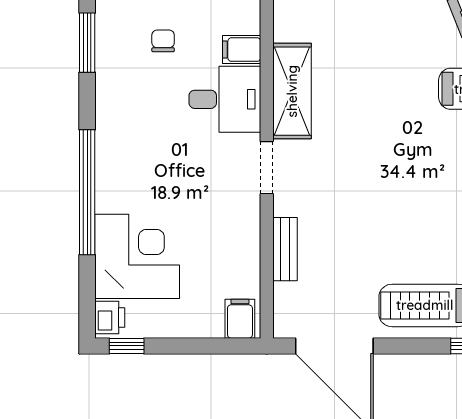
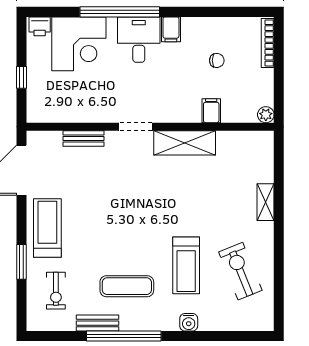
window: (87, 43) -> (216, 12), removed
desk: (225, 99) -> (139, 40), moved, turned 180
filing cabinet: (240, 319) -> (171, 29), moved, turned 90
window: (127, 346) -> (21, 77), moved

